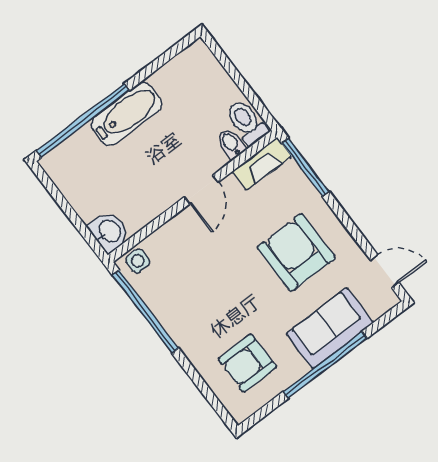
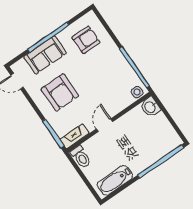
bathtub: (126, 114) -> (115, 180), moved
bidet: (231, 144) -> (89, 147), removed

